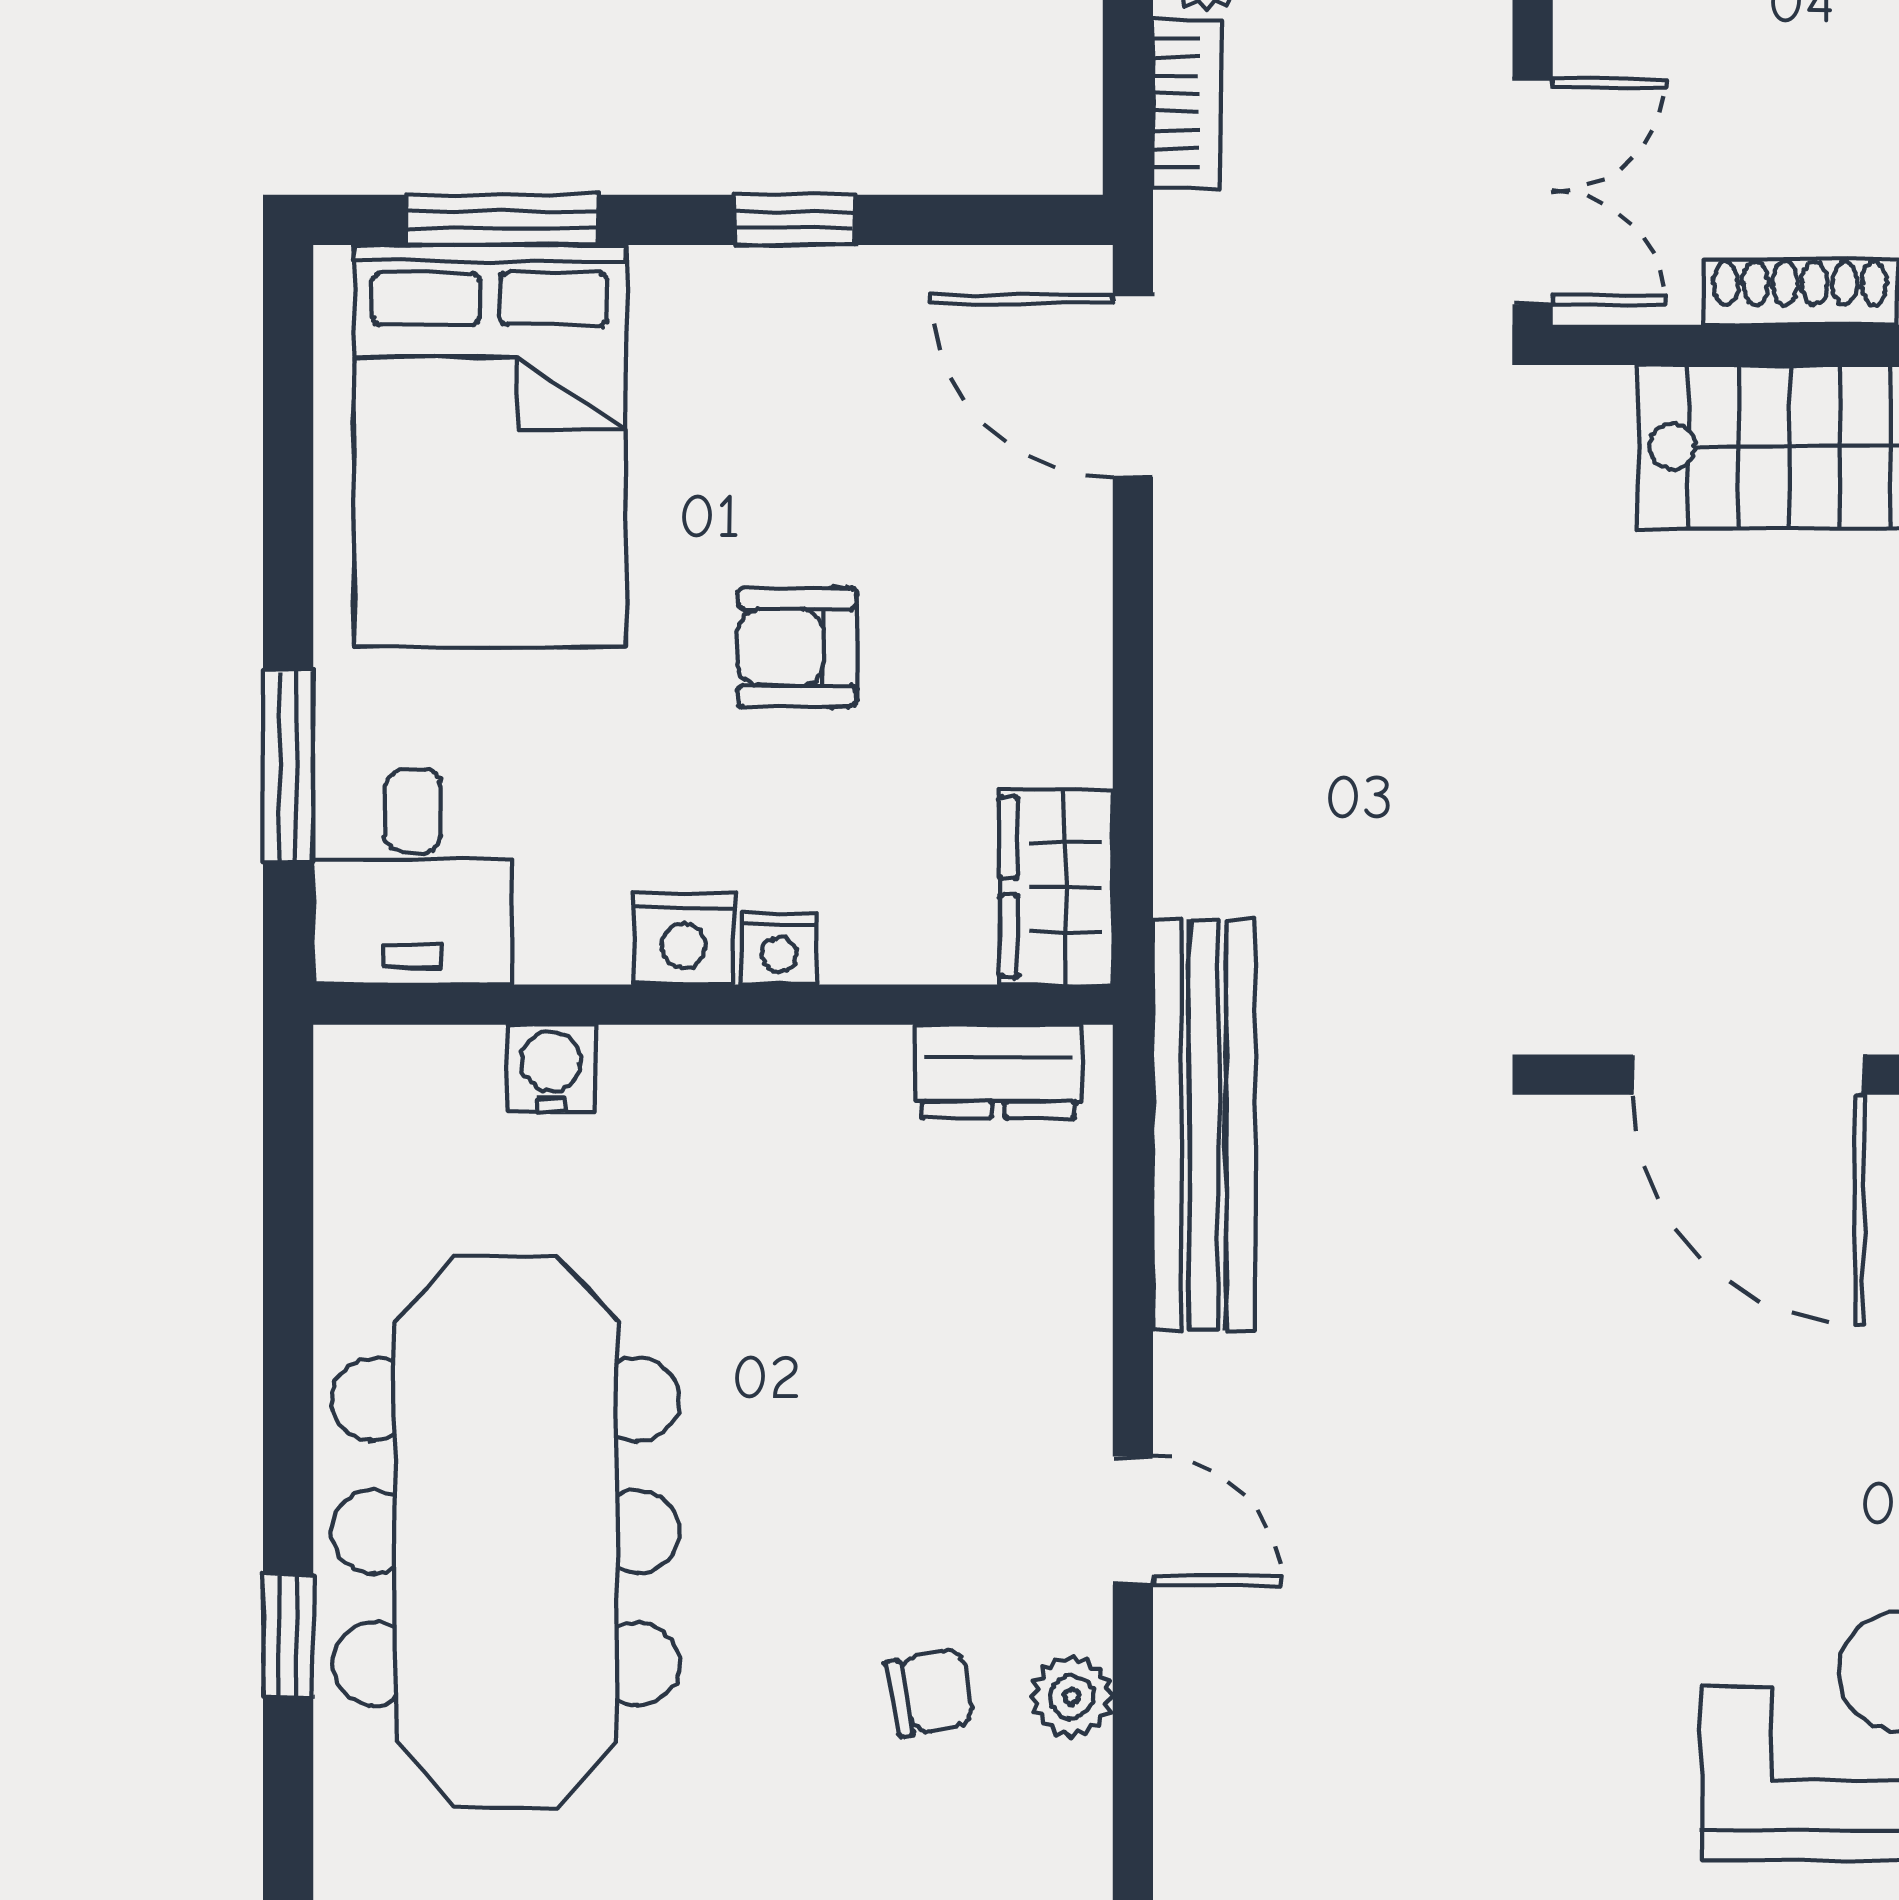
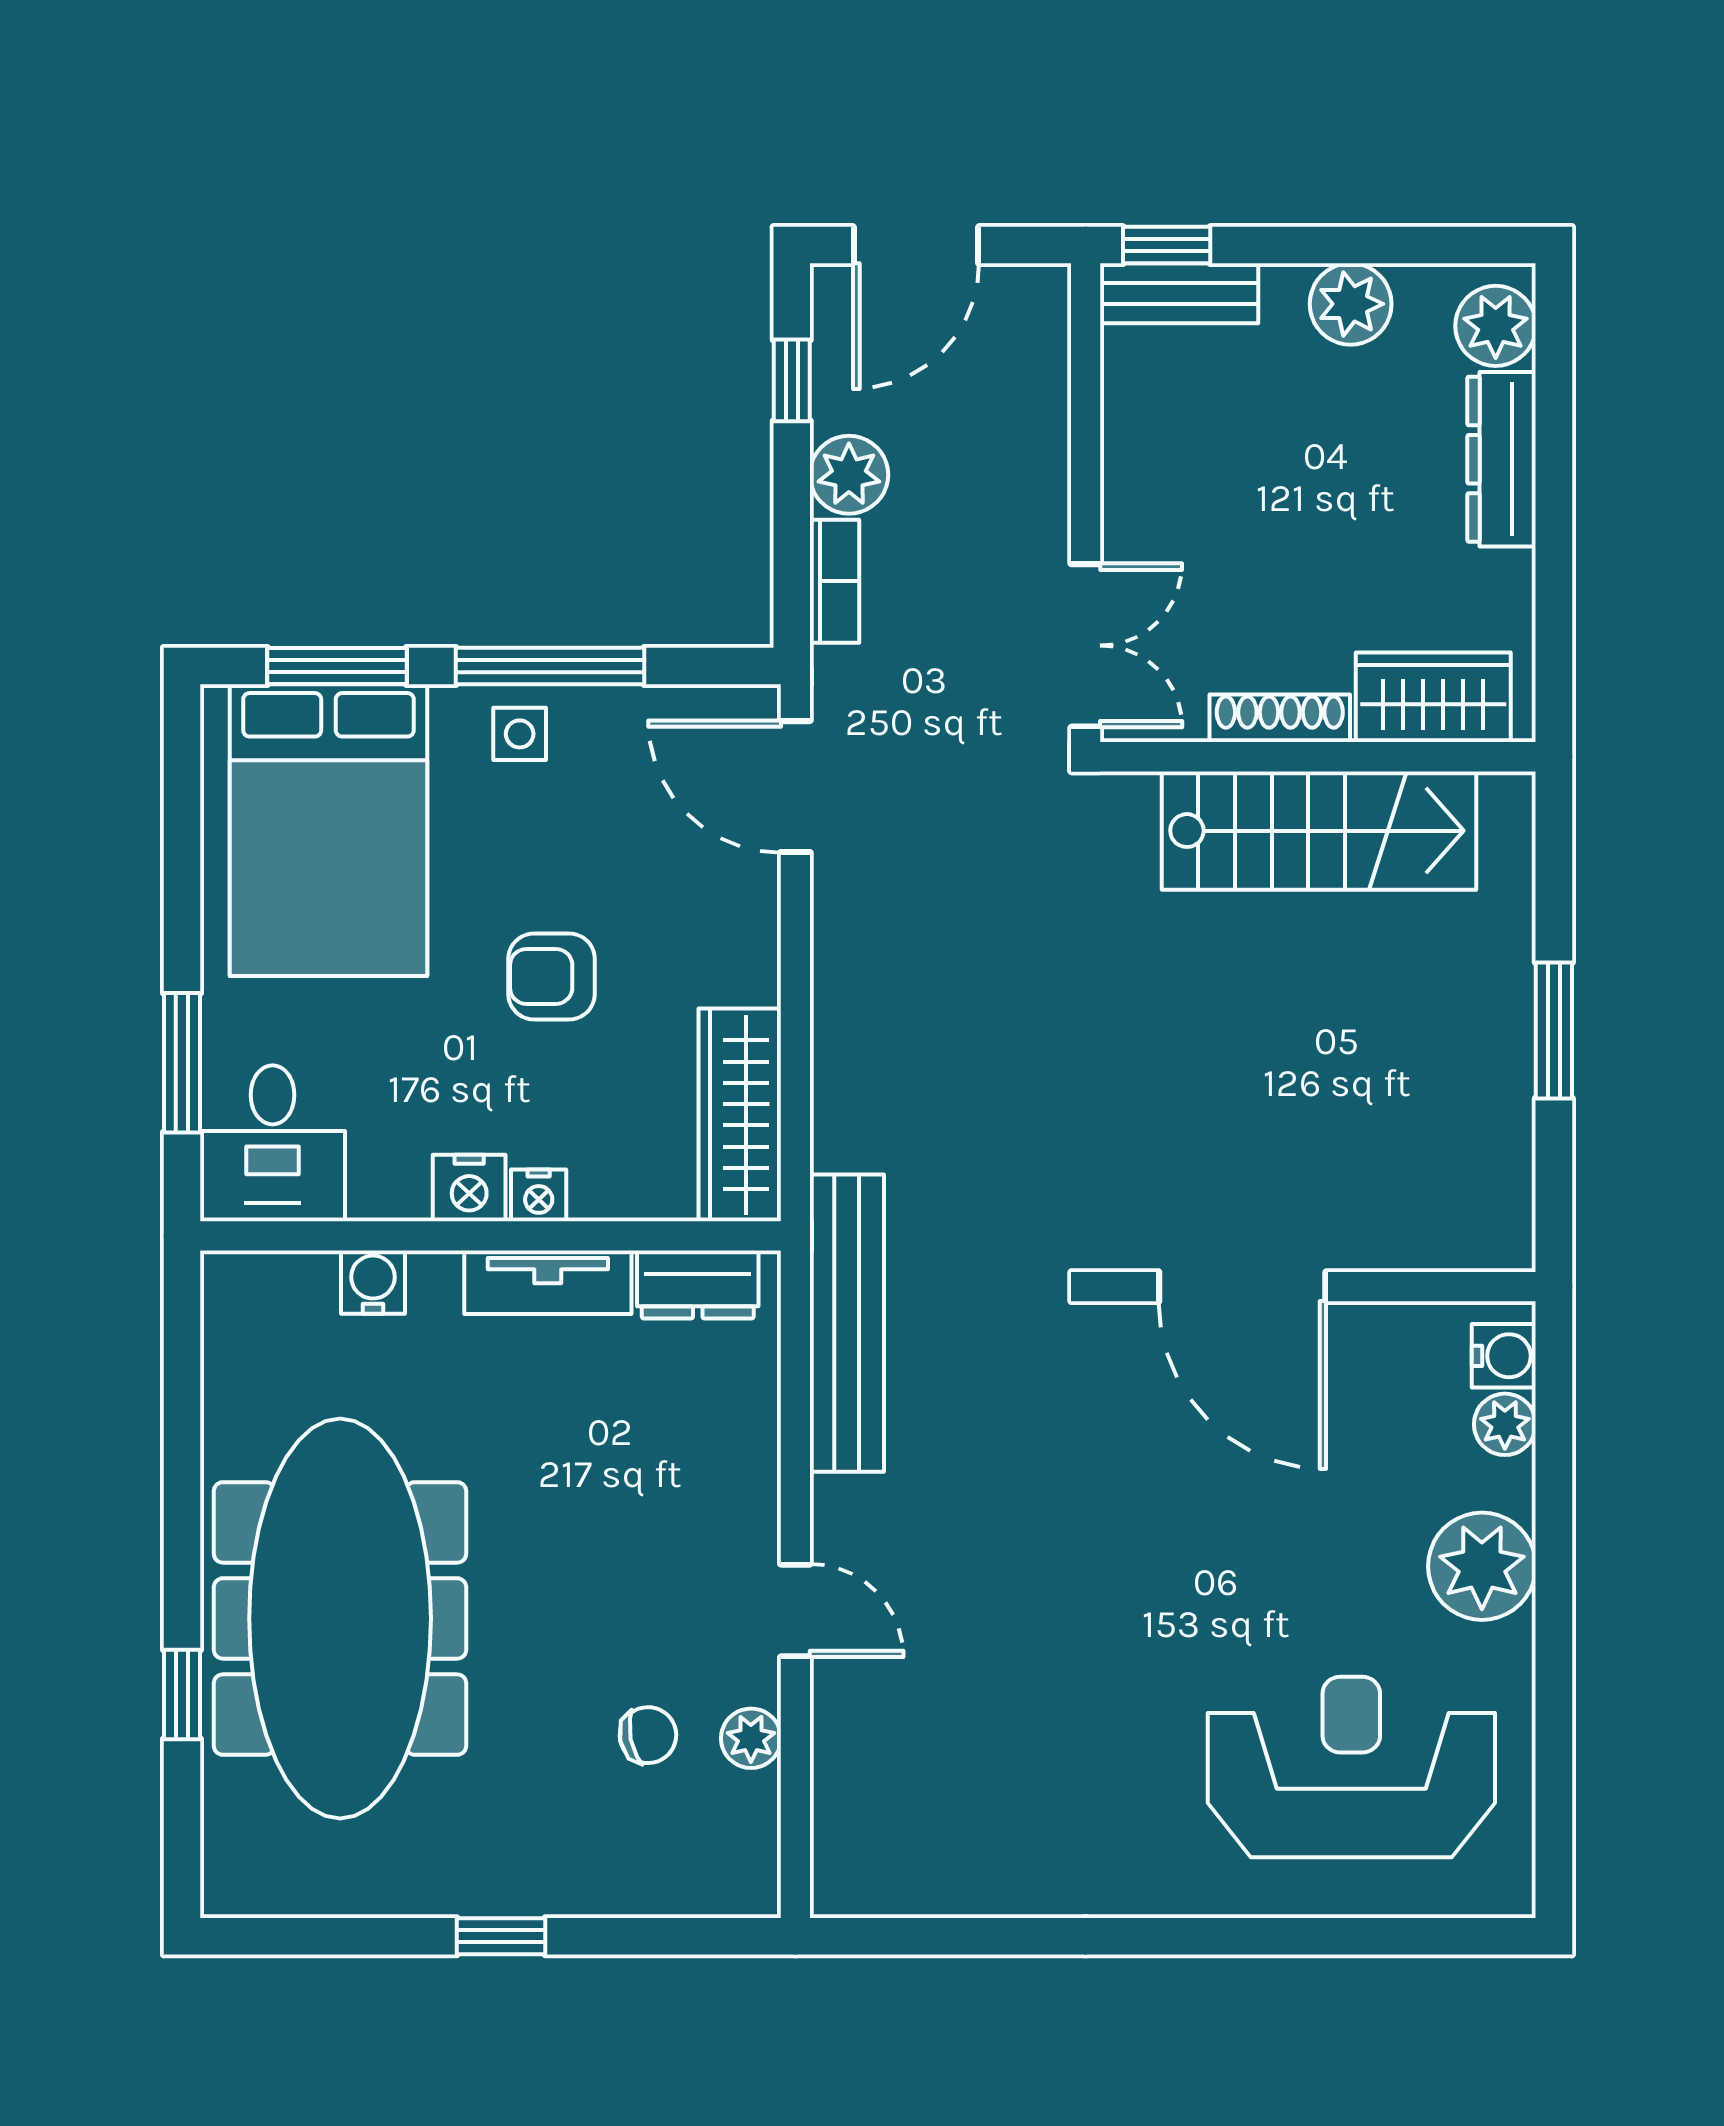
window: (795, 220) -> (550, 666), width x2.17
side table: (753, 313) -> (520, 734), added
wardrobe: (1056, 887) -> (740, 1115), width x1.50
tv unit: (792, 1068) -> (548, 1282), added

